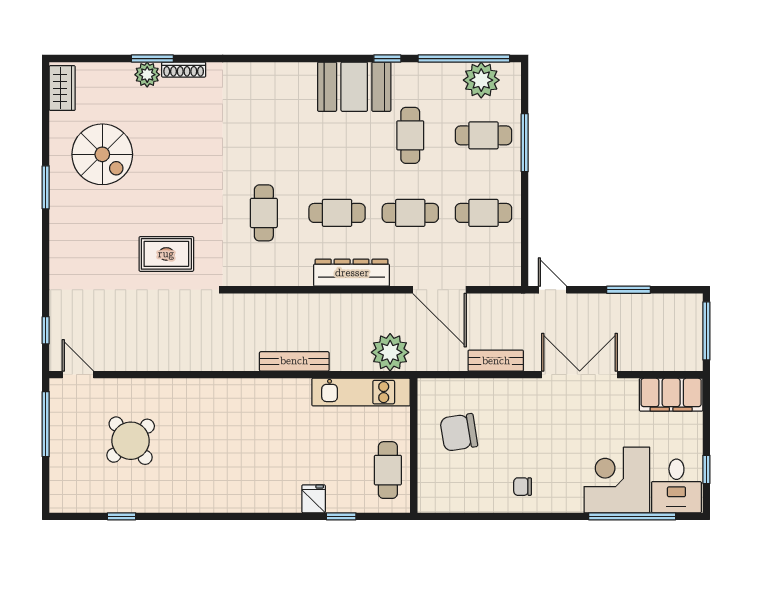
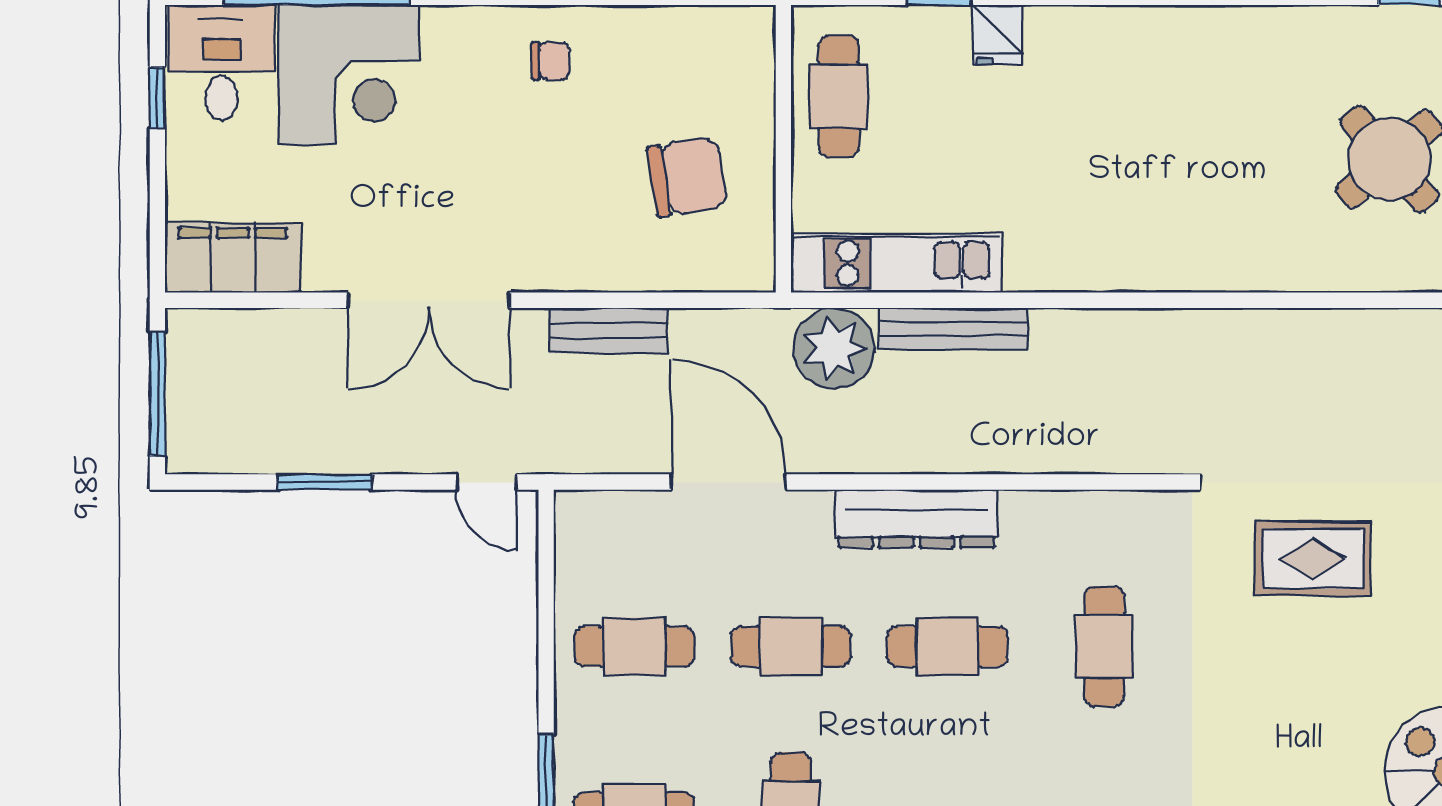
bench: (294, 361) -> (953, 329), moved

